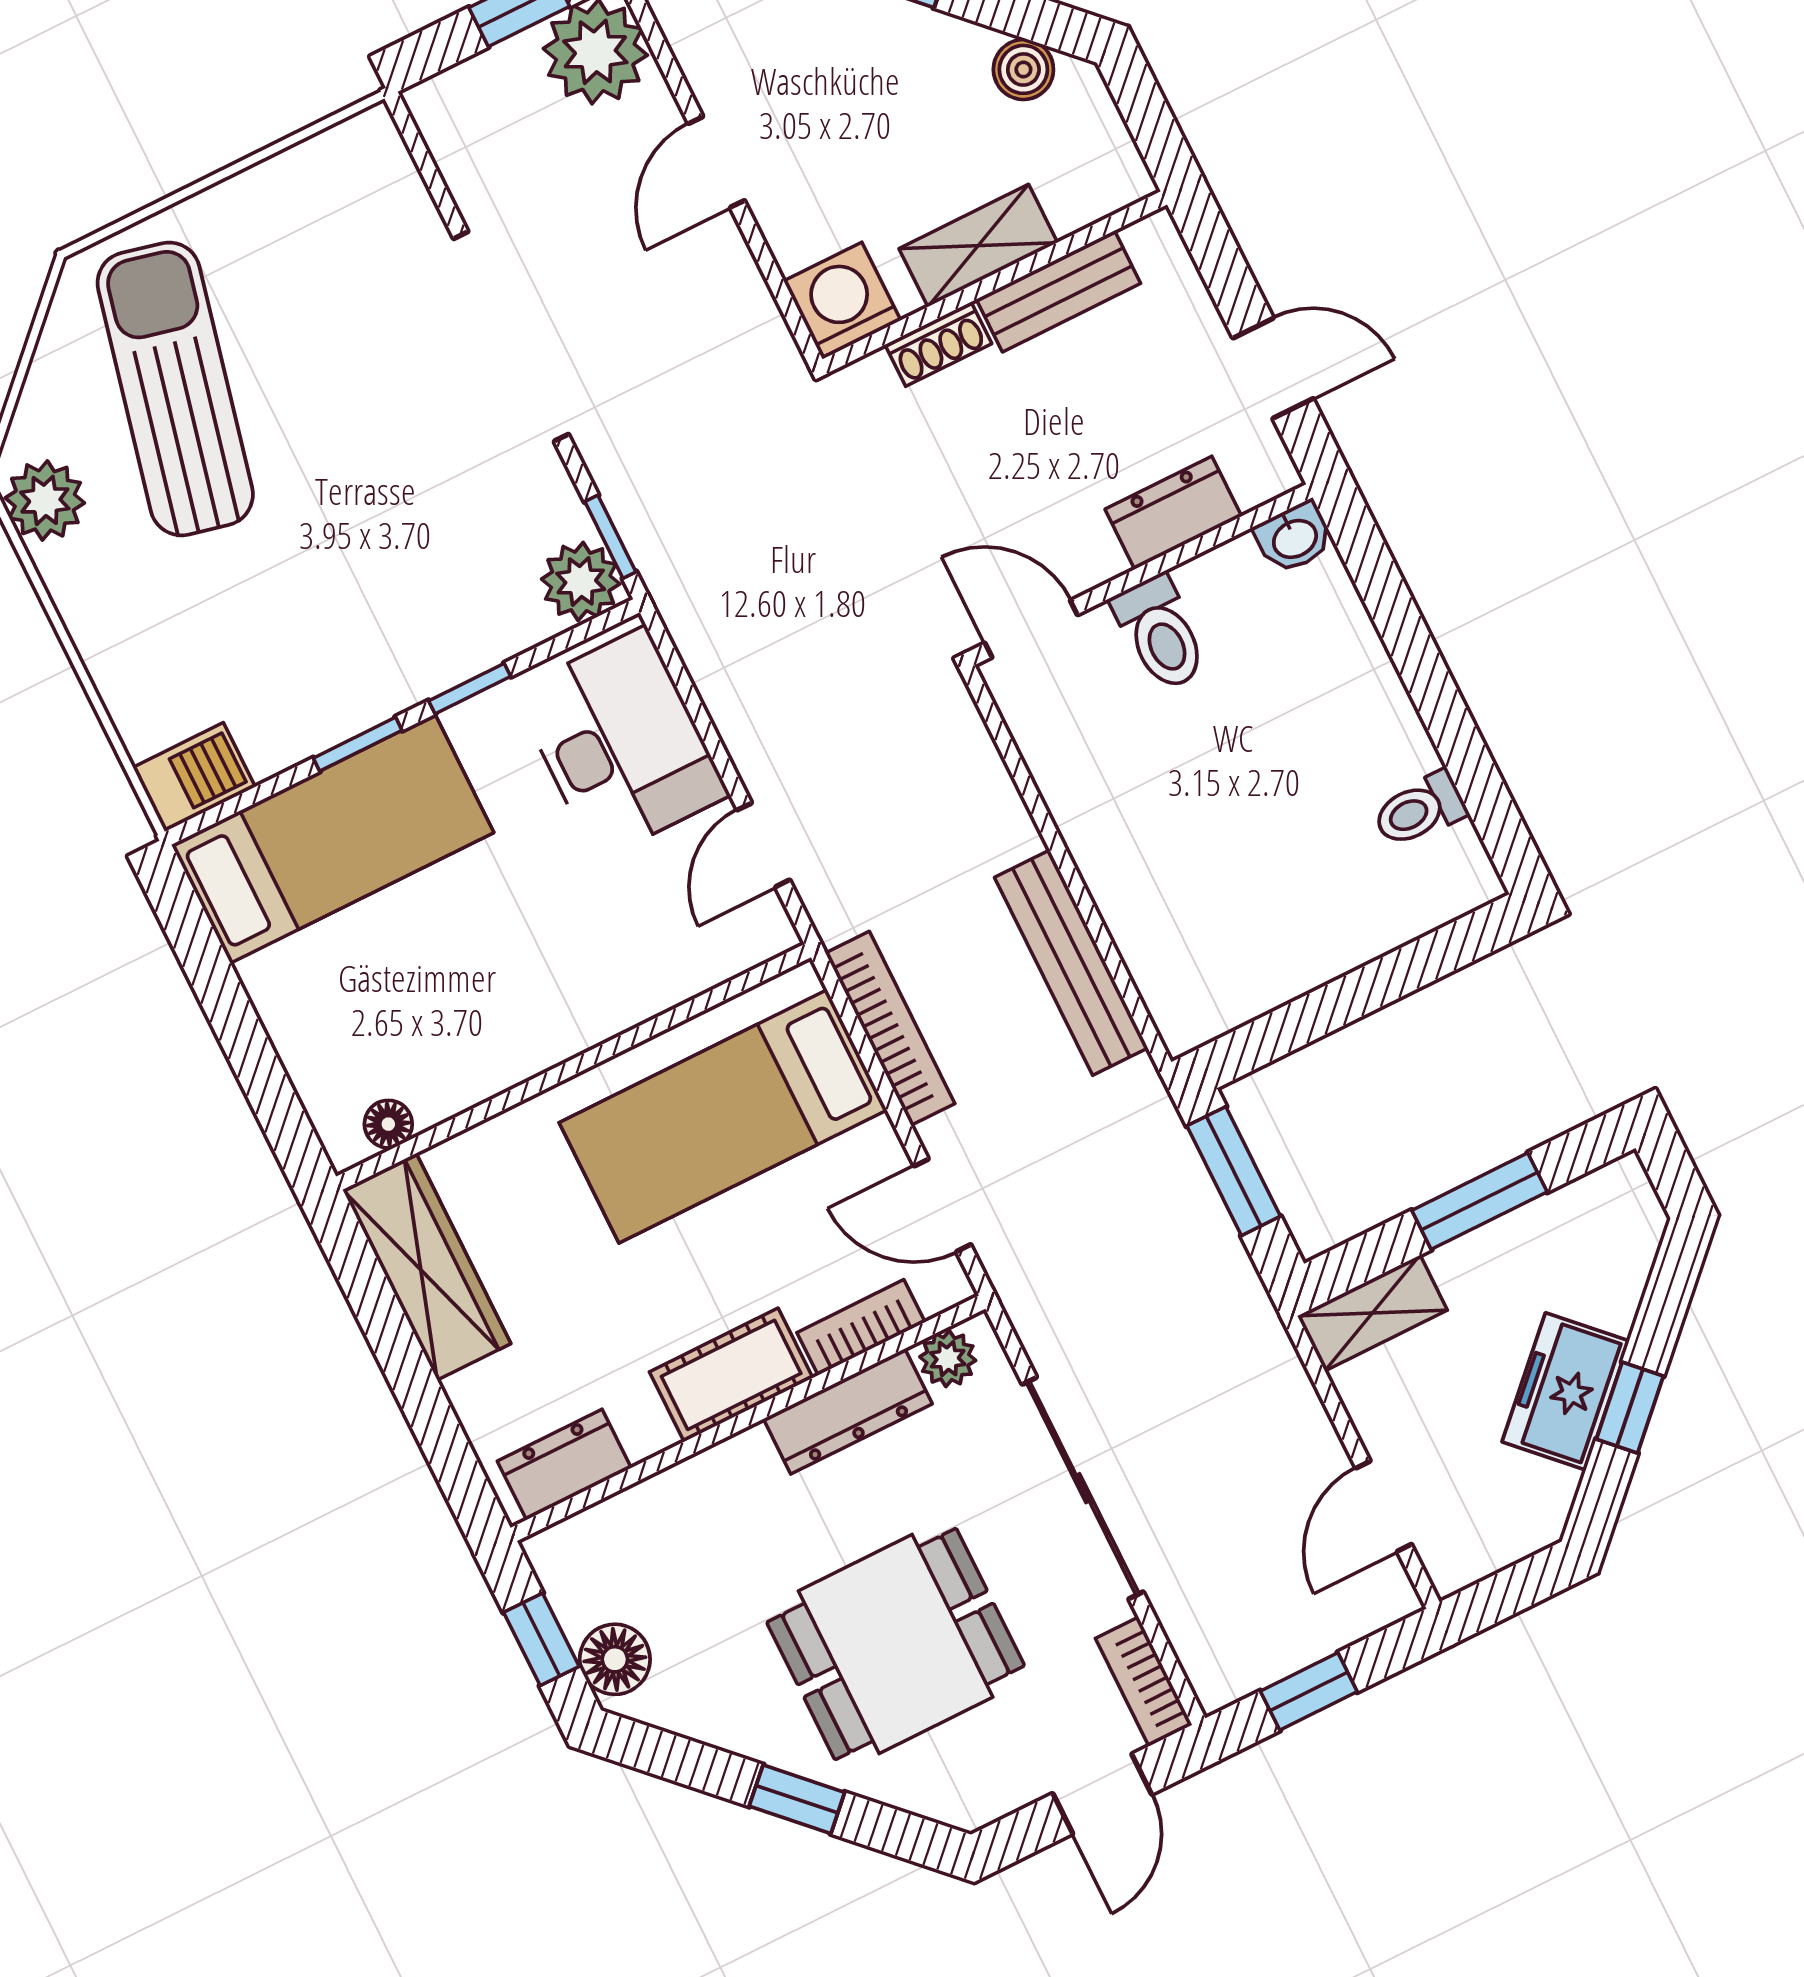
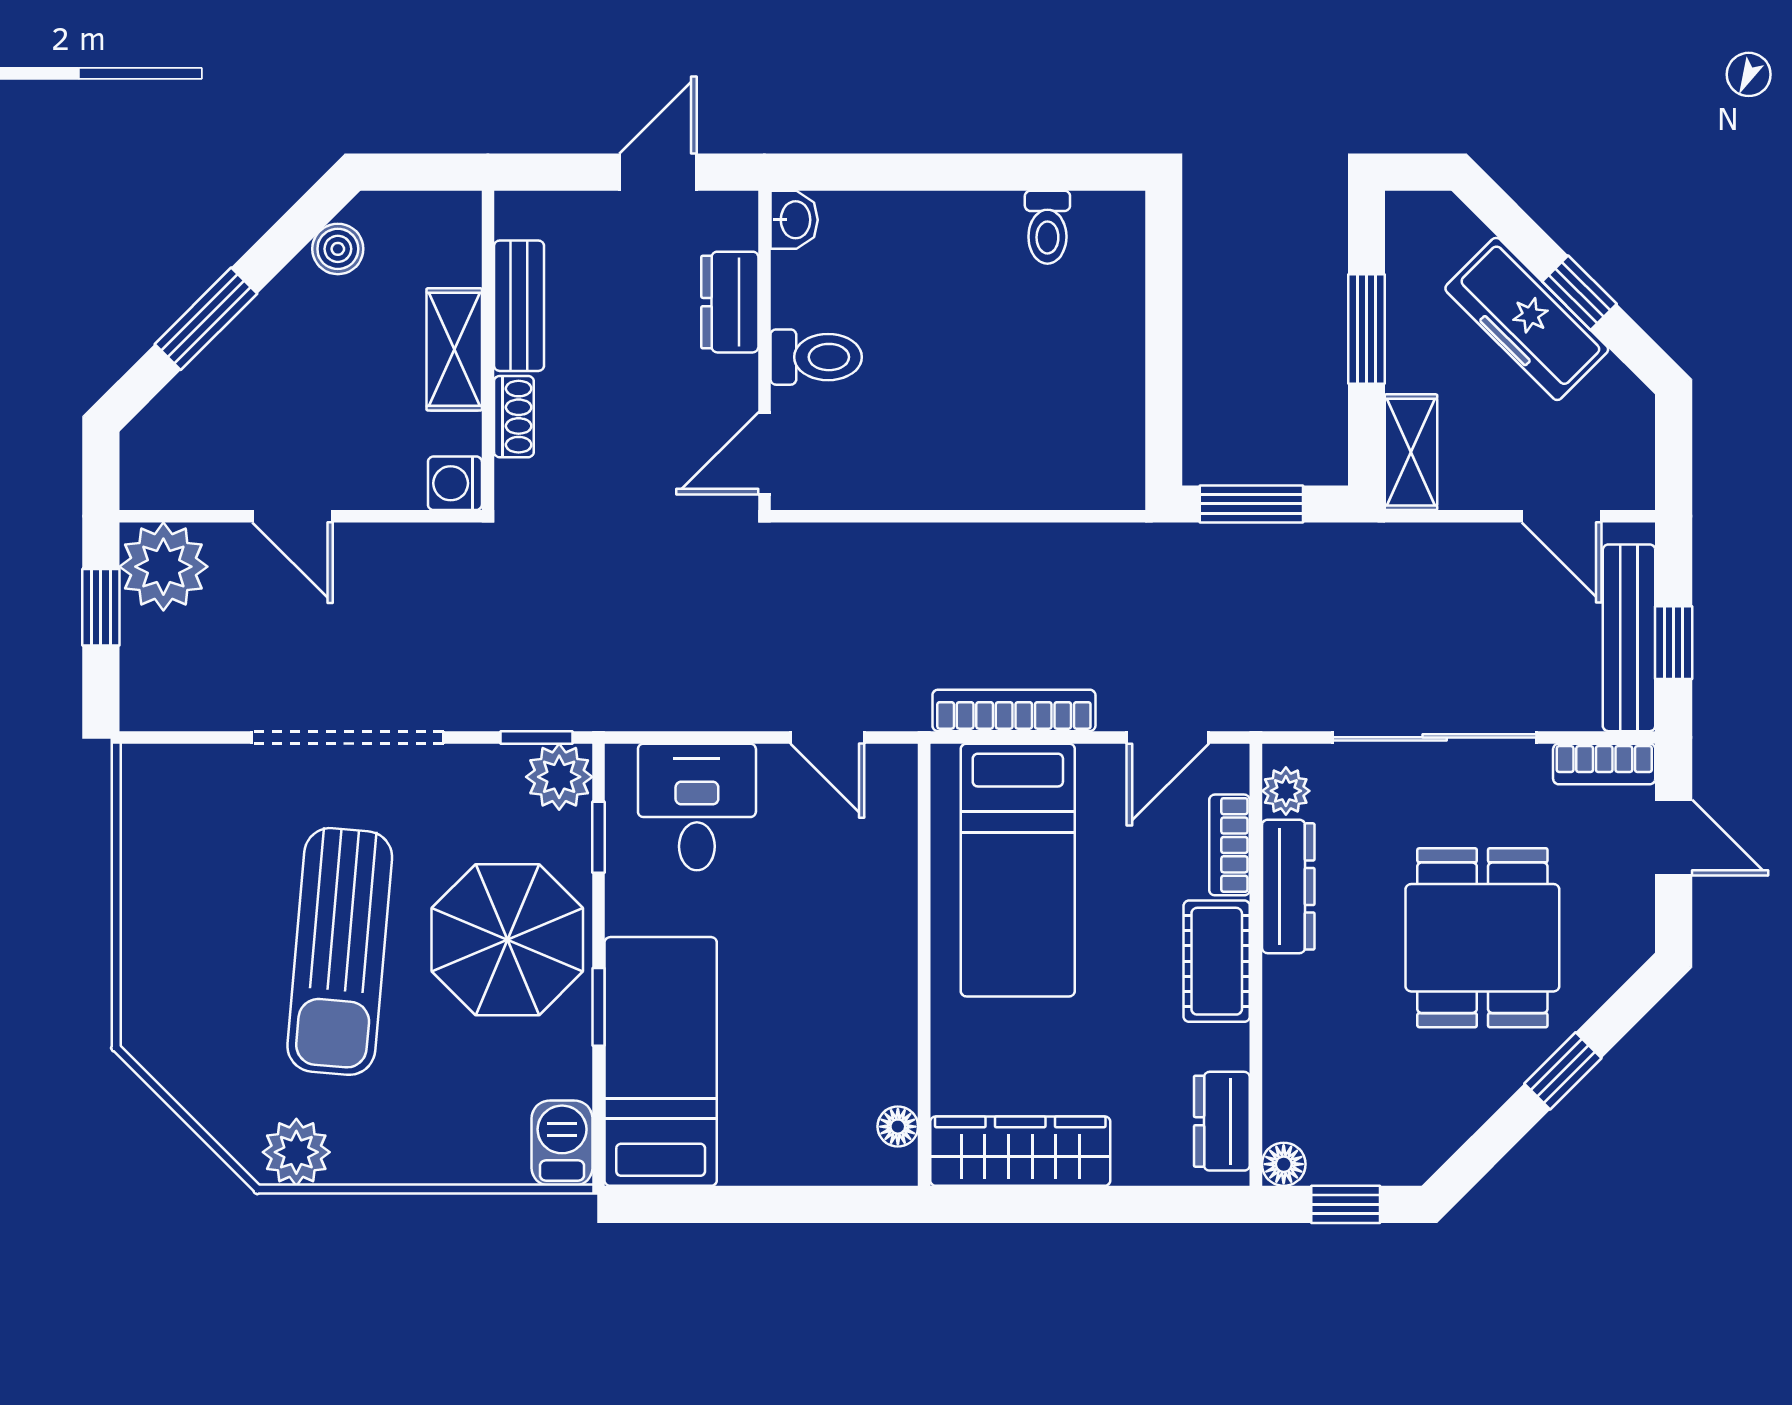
washing machine: (842, 301) -> (455, 483), width x0.73, depth x0.73
sun lounger: (175, 389) -> (340, 951), moved, turned -98
parasol: (381, 612) -> (507, 940), added
window: (470, 689) -> (599, 837), moved
desk: (621, 743) -> (697, 807), width x0.73
bench: (1071, 963) -> (1629, 638), moved, turned 90
freezer: (1566, 1391) -> (1527, 319), width x1.40
floor lamp: (615, 1659) -> (1284, 1164), moved, width x0.73, depth x0.73

